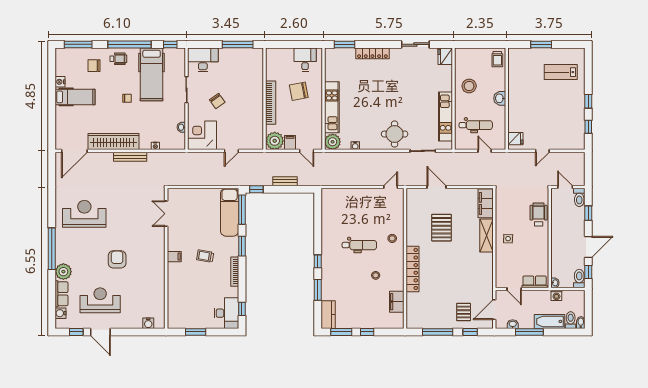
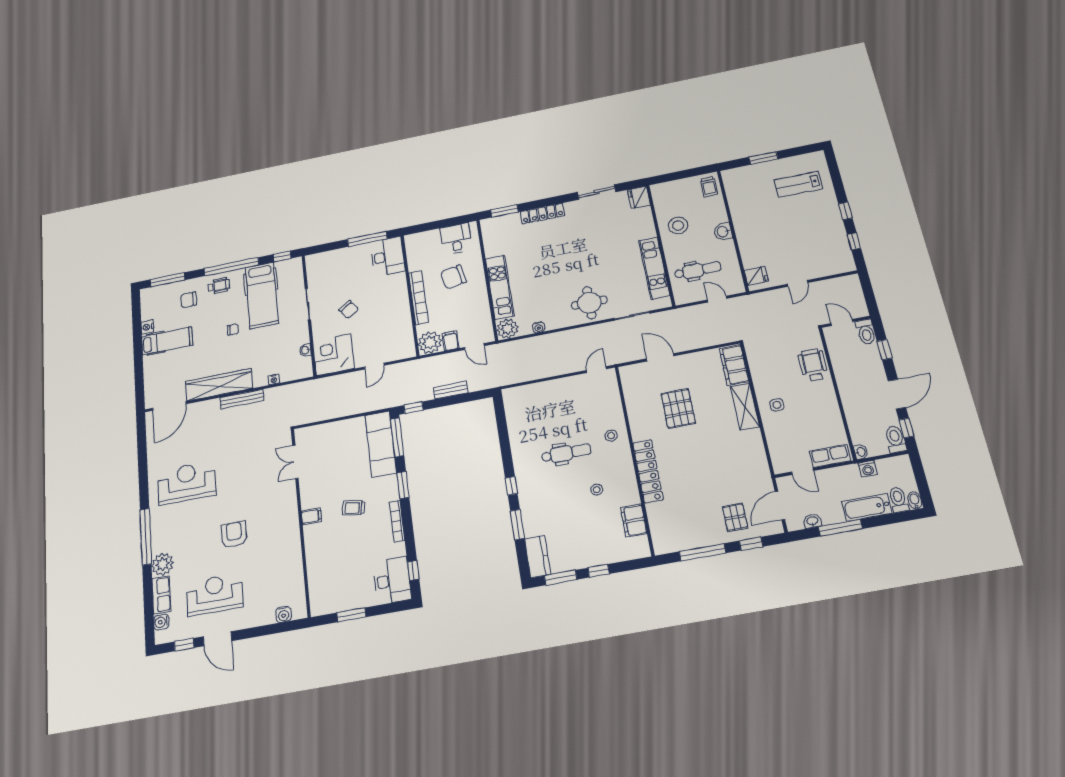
desk: (203, 60) -> (388, 257), moved, turned 90

